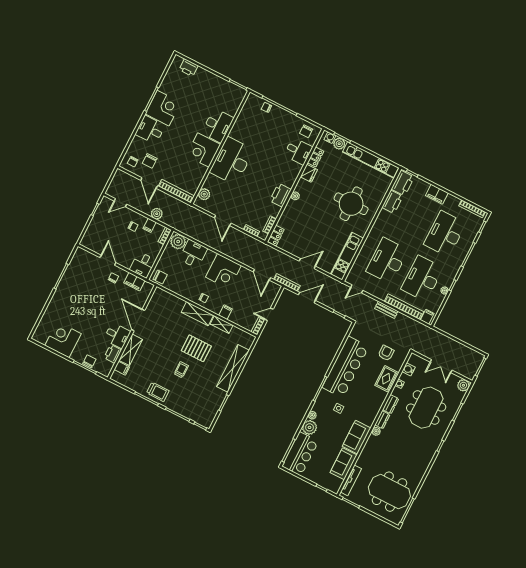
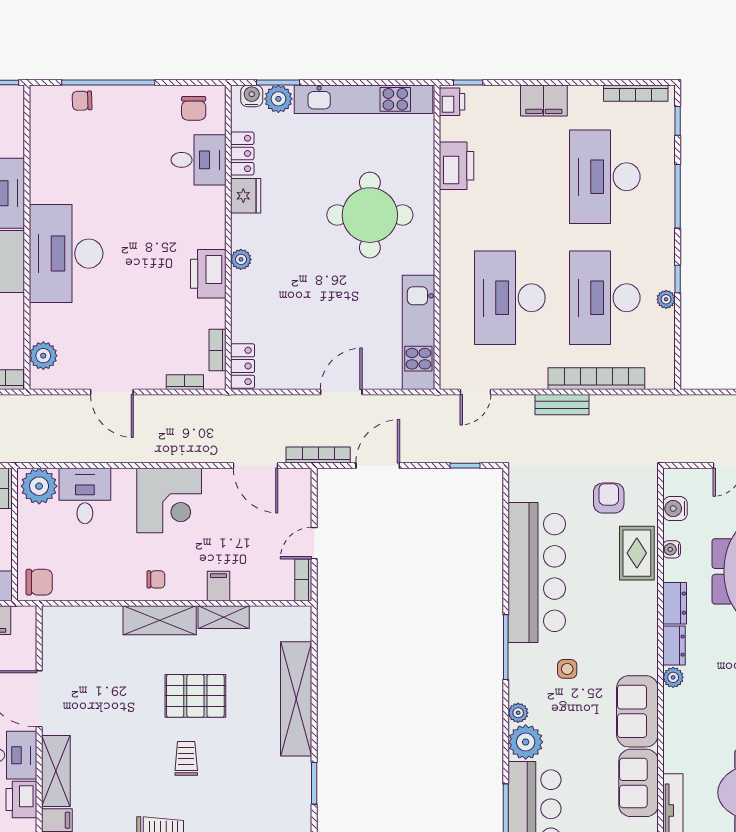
printer: (403, 183) -> (452, 102), width x0.53, depth x0.68
filing cabinet: (427, 317) -> (658, 375), removed

